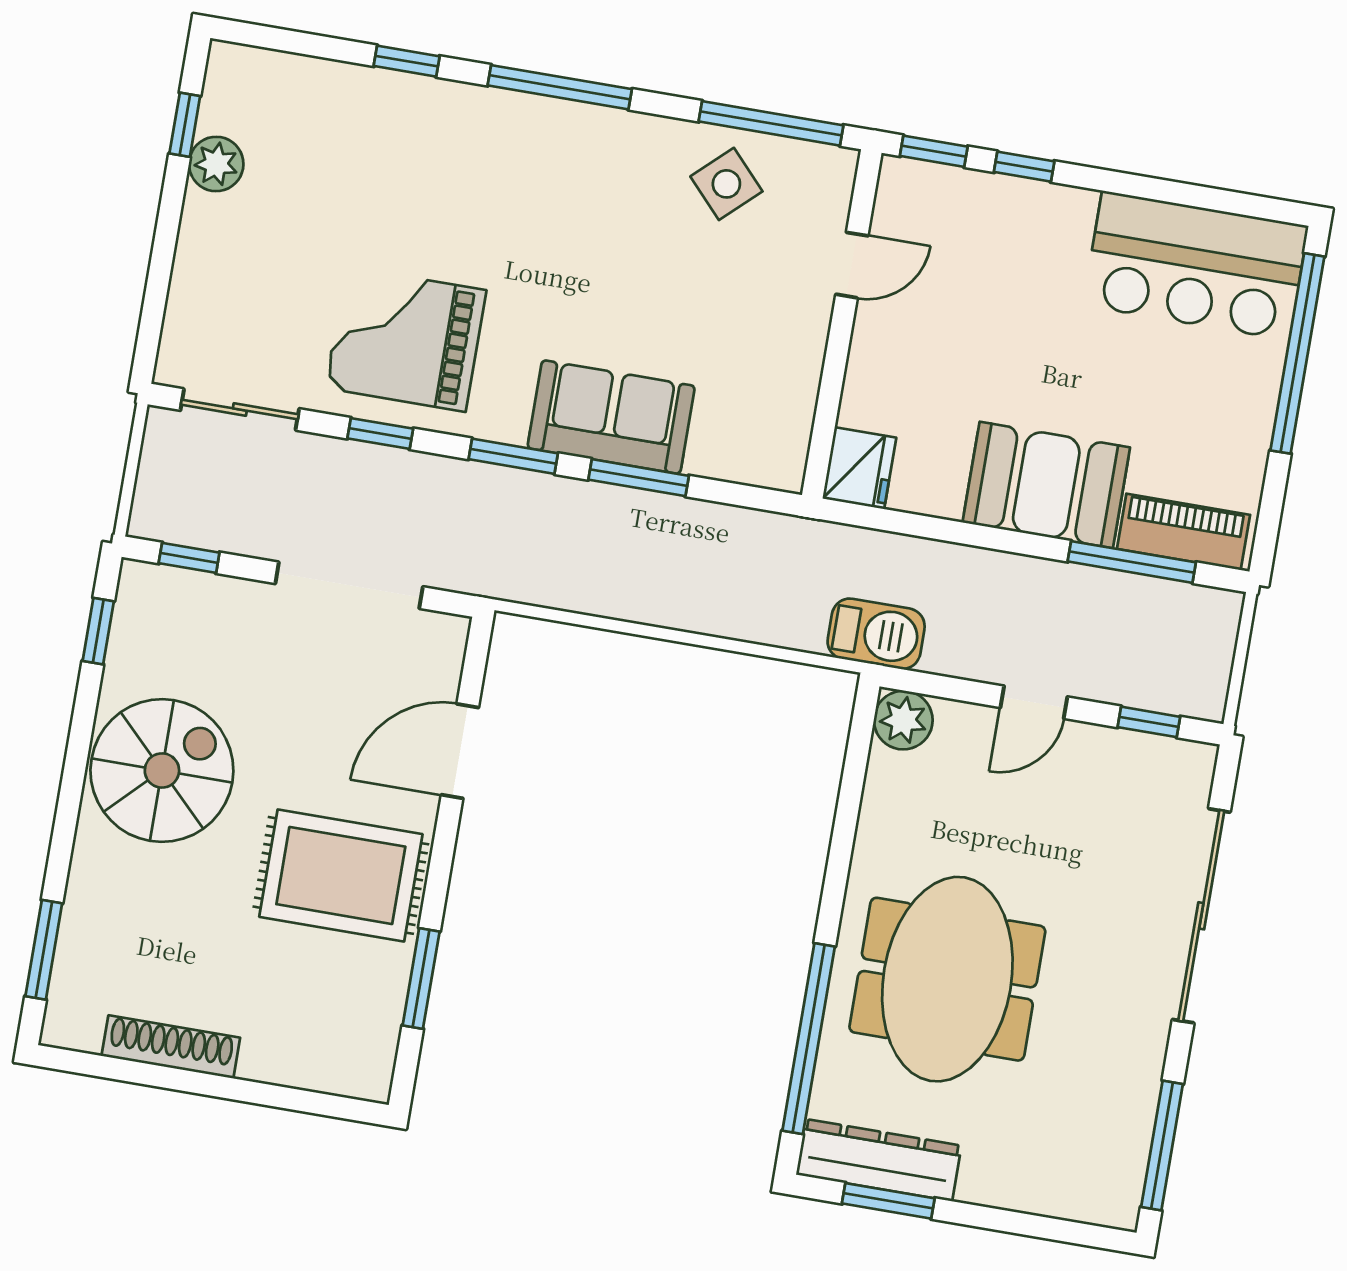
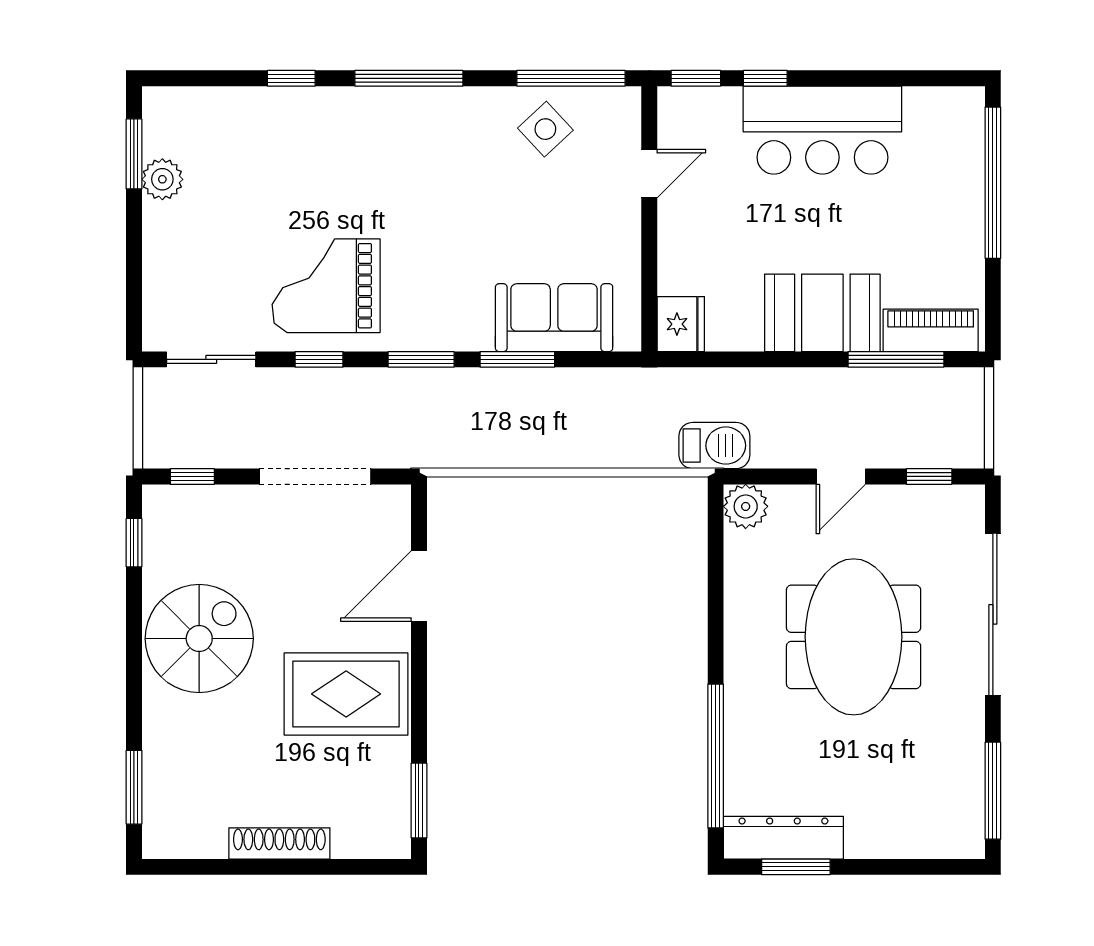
window: (185, 125) -> (134, 154), width x1.50
bar counter: (1196, 265) -> (822, 130), moved
sofa: (611, 417) -> (554, 318), moved
window: (421, 978) -> (419, 800), moved
meeting table: (947, 979) -> (854, 637), moved
shoe rack: (171, 1047) -> (279, 843), moved

